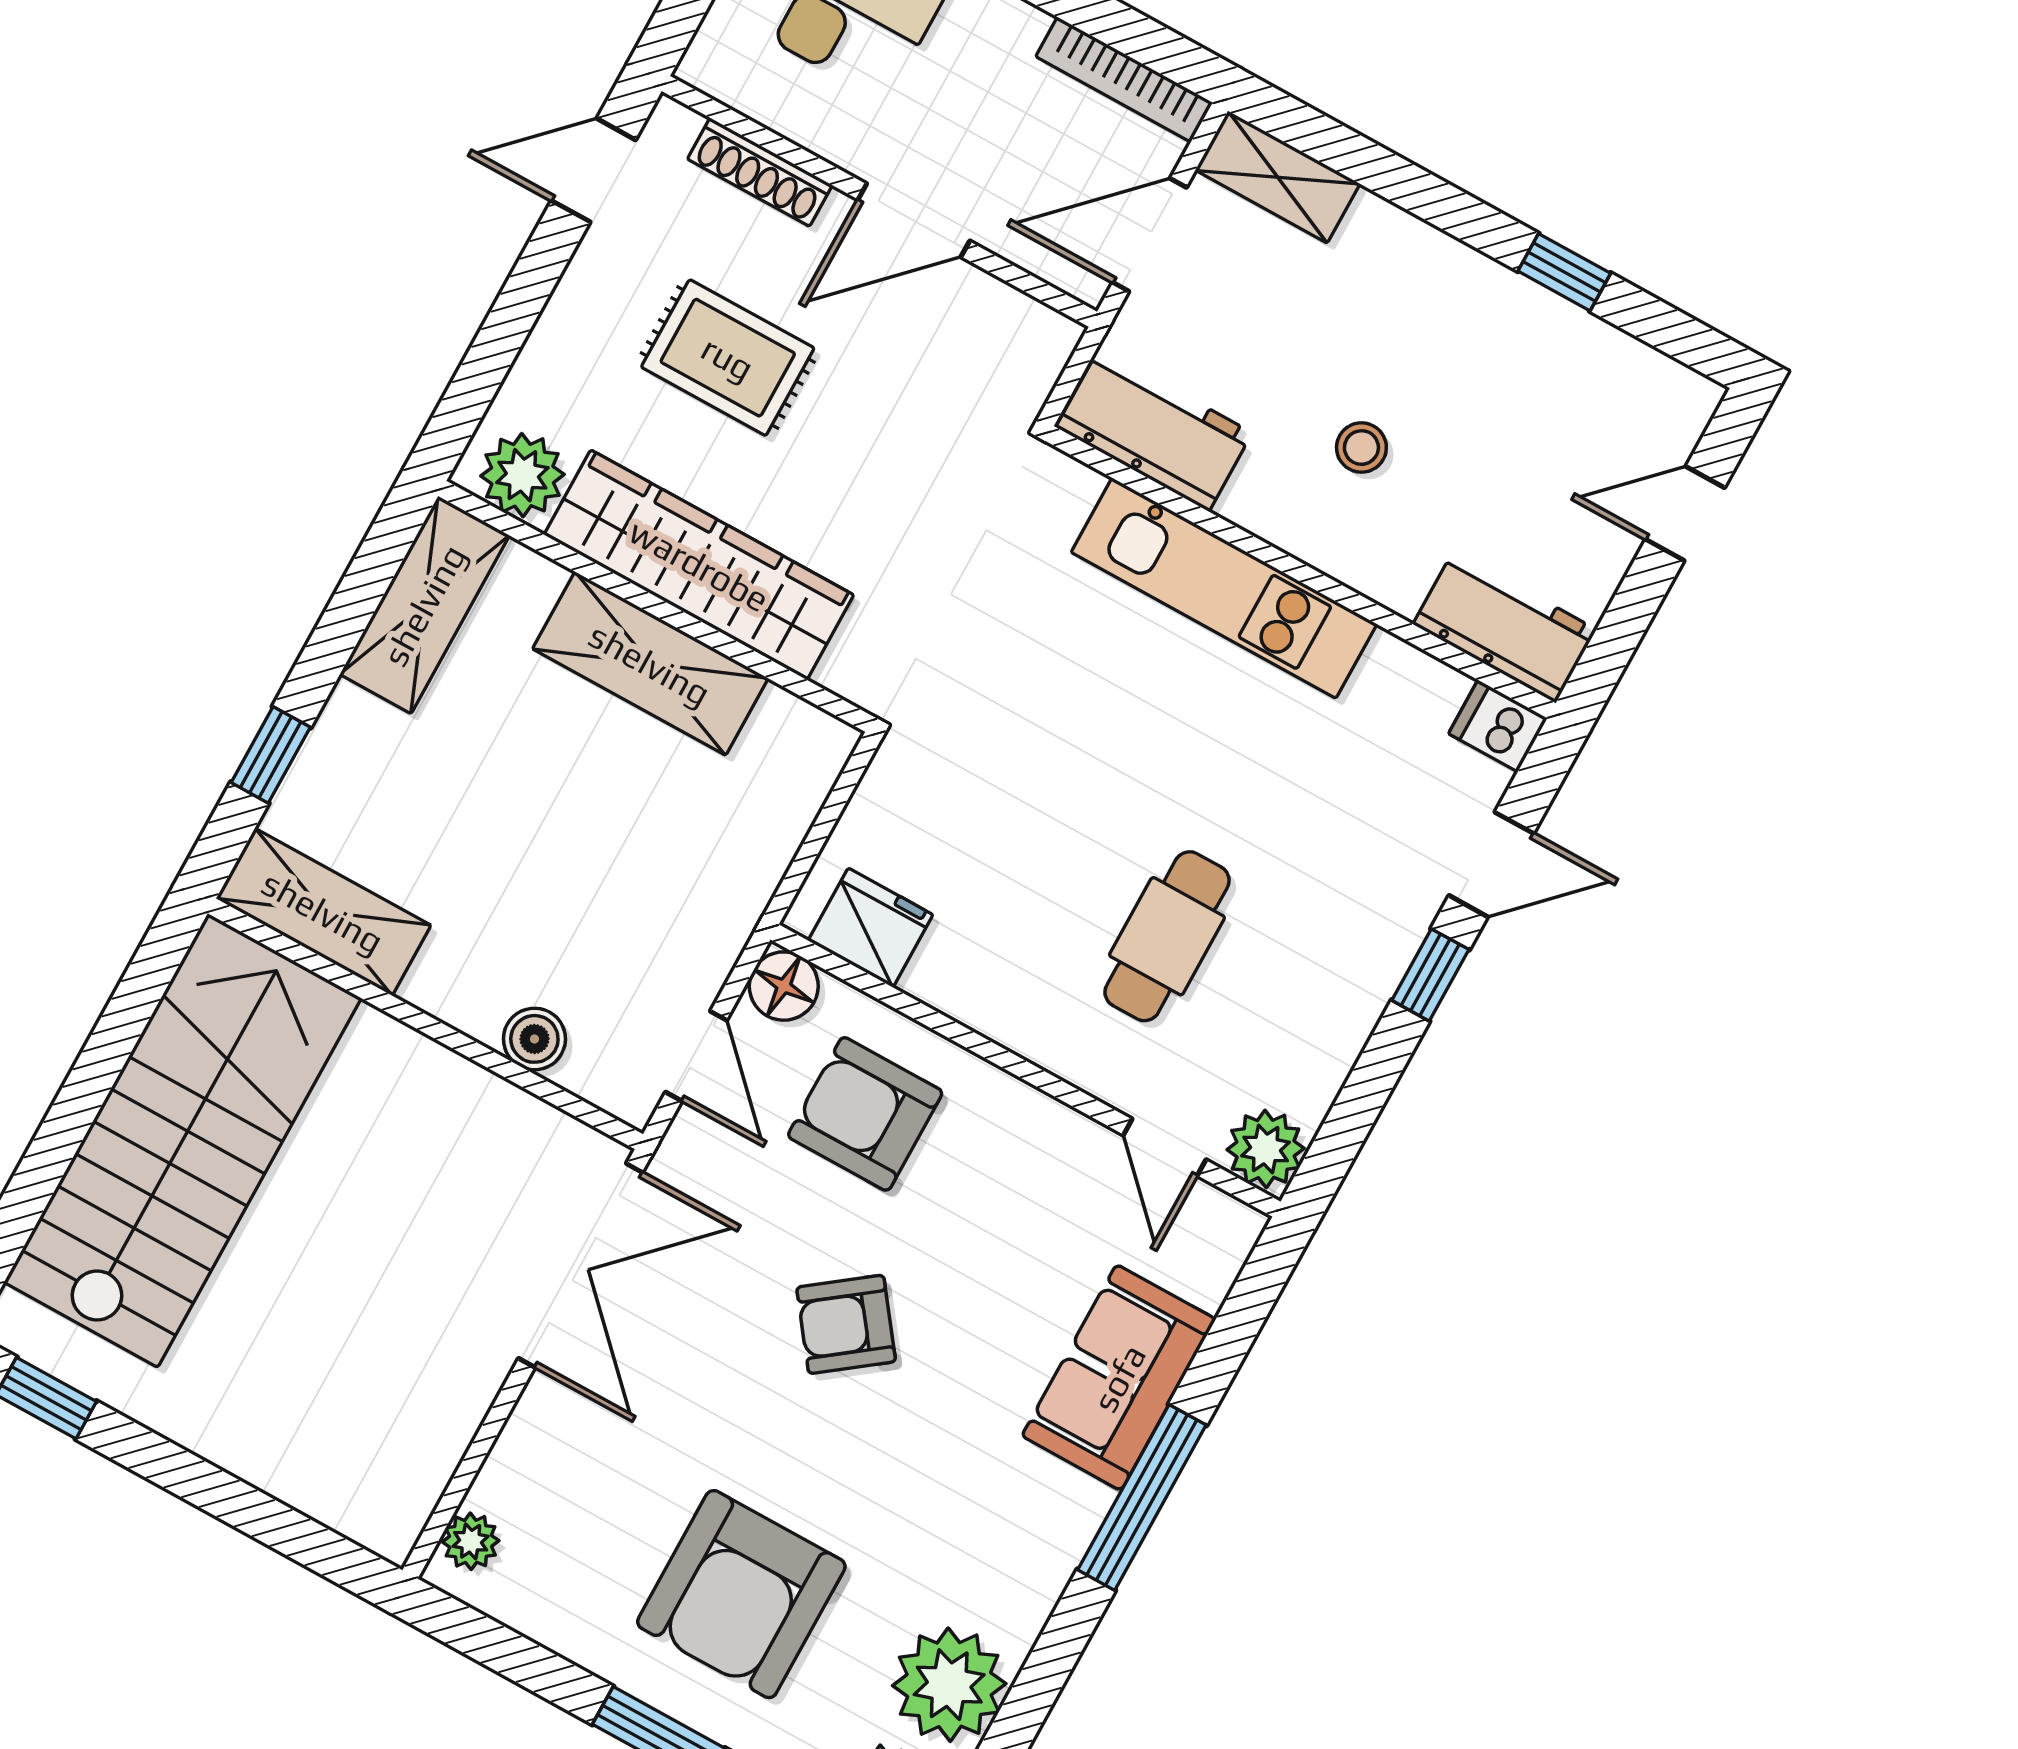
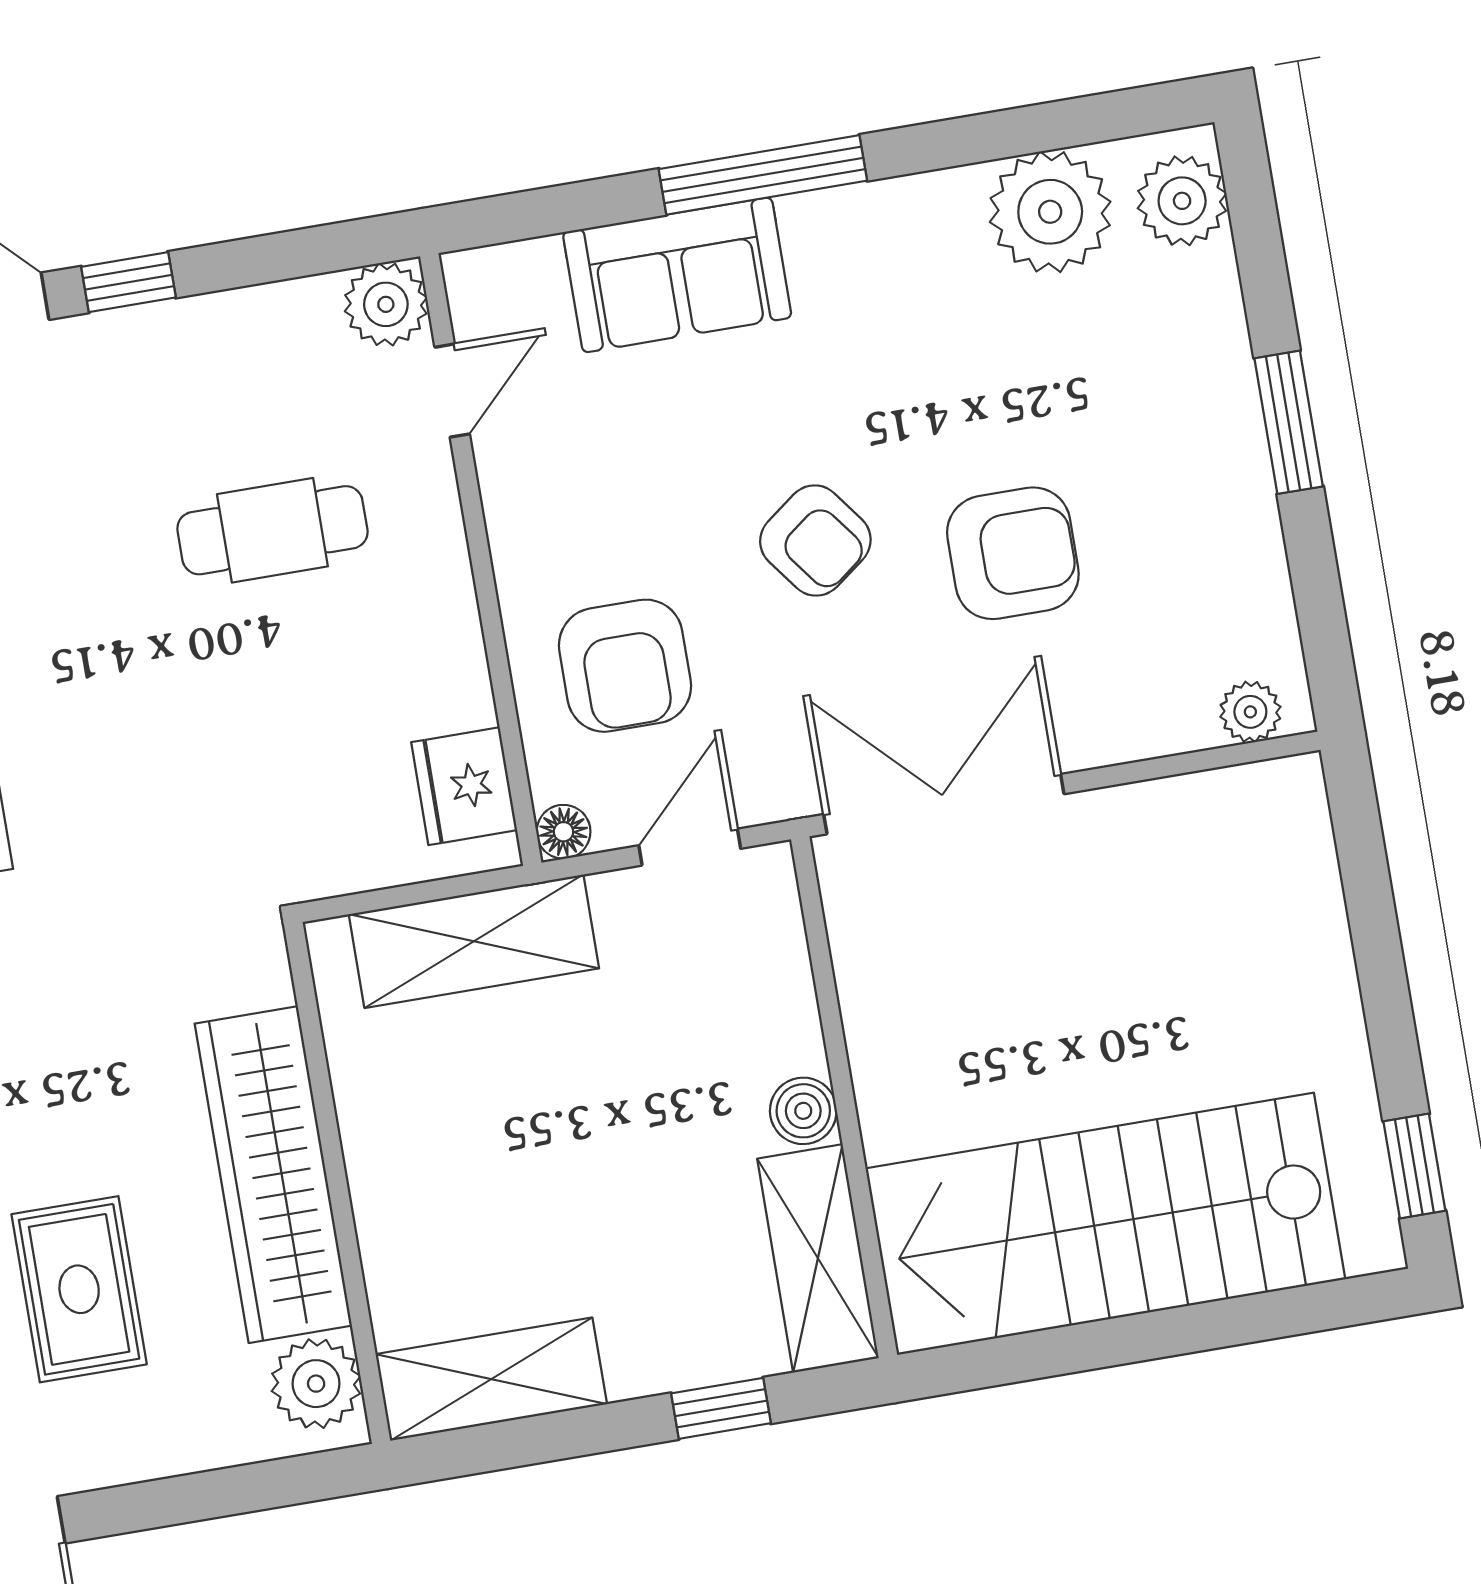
shelving: (650, 664) -> (474, 941), moved, turned 90
floor lamp: (784, 986) -> (563, 832), width x0.73, depth x0.73
boiler: (534, 1039) -> (803, 1111), moved
armchair: (741, 1594) -> (1013, 553), moved, width x0.73, depth x0.73

